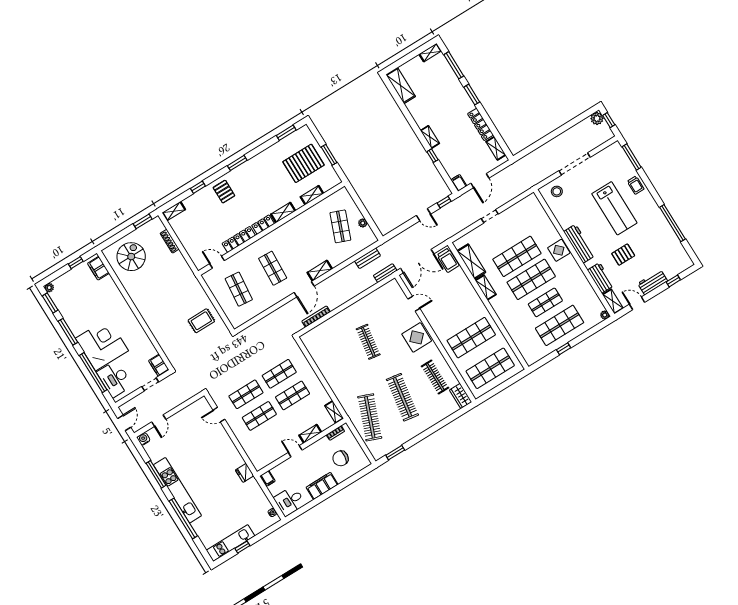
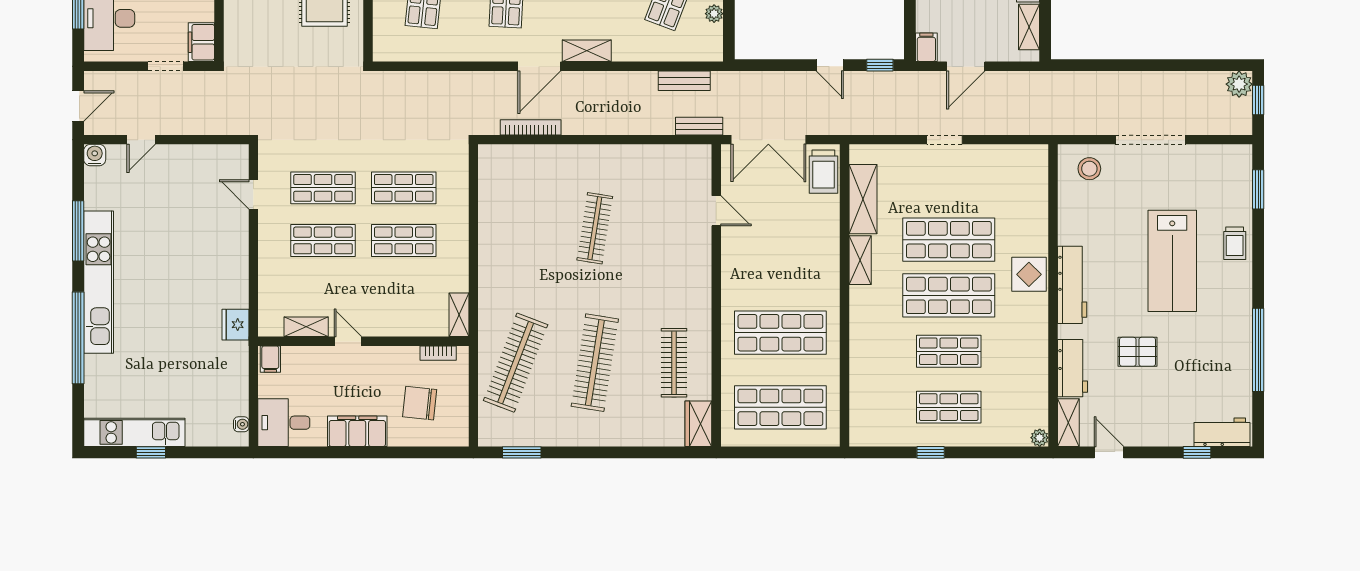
window: (632, 157) -> (1258, 189), width x0.69
workbench: (653, 282) -> (1222, 432), moved
shop shelf: (560, 325) -> (949, 407), width x0.70, depth x0.74
display table: (417, 337) -> (685, 273), removed
shelving: (310, 434) -> (306, 327), moved

